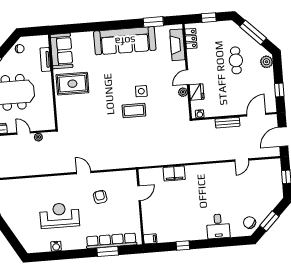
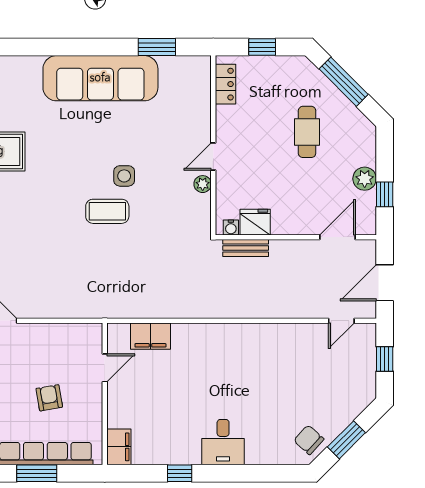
fireplace: (177, 45) -> (199, 94), removed
plant: (266, 62) -> (365, 179), moved
fridge: (197, 92) -> (255, 222), moved, turned -90
bench: (227, 123) -> (246, 248), moved
door: (242, 160) -> (341, 321), moved
filing cabinet: (174, 173) -> (150, 336), moved
armchair: (100, 197) -> (49, 398), moved
desk: (218, 226) -> (223, 442), moved
filing cabinet: (150, 239) -> (119, 447), width x2.00

